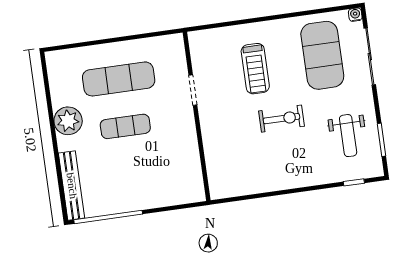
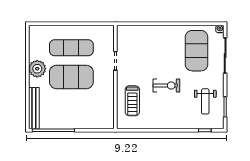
treadmill: (255, 69) -> (132, 101), moved
exercise mat: (125, 126) -> (71, 77), width x2.00, depth x1.45

